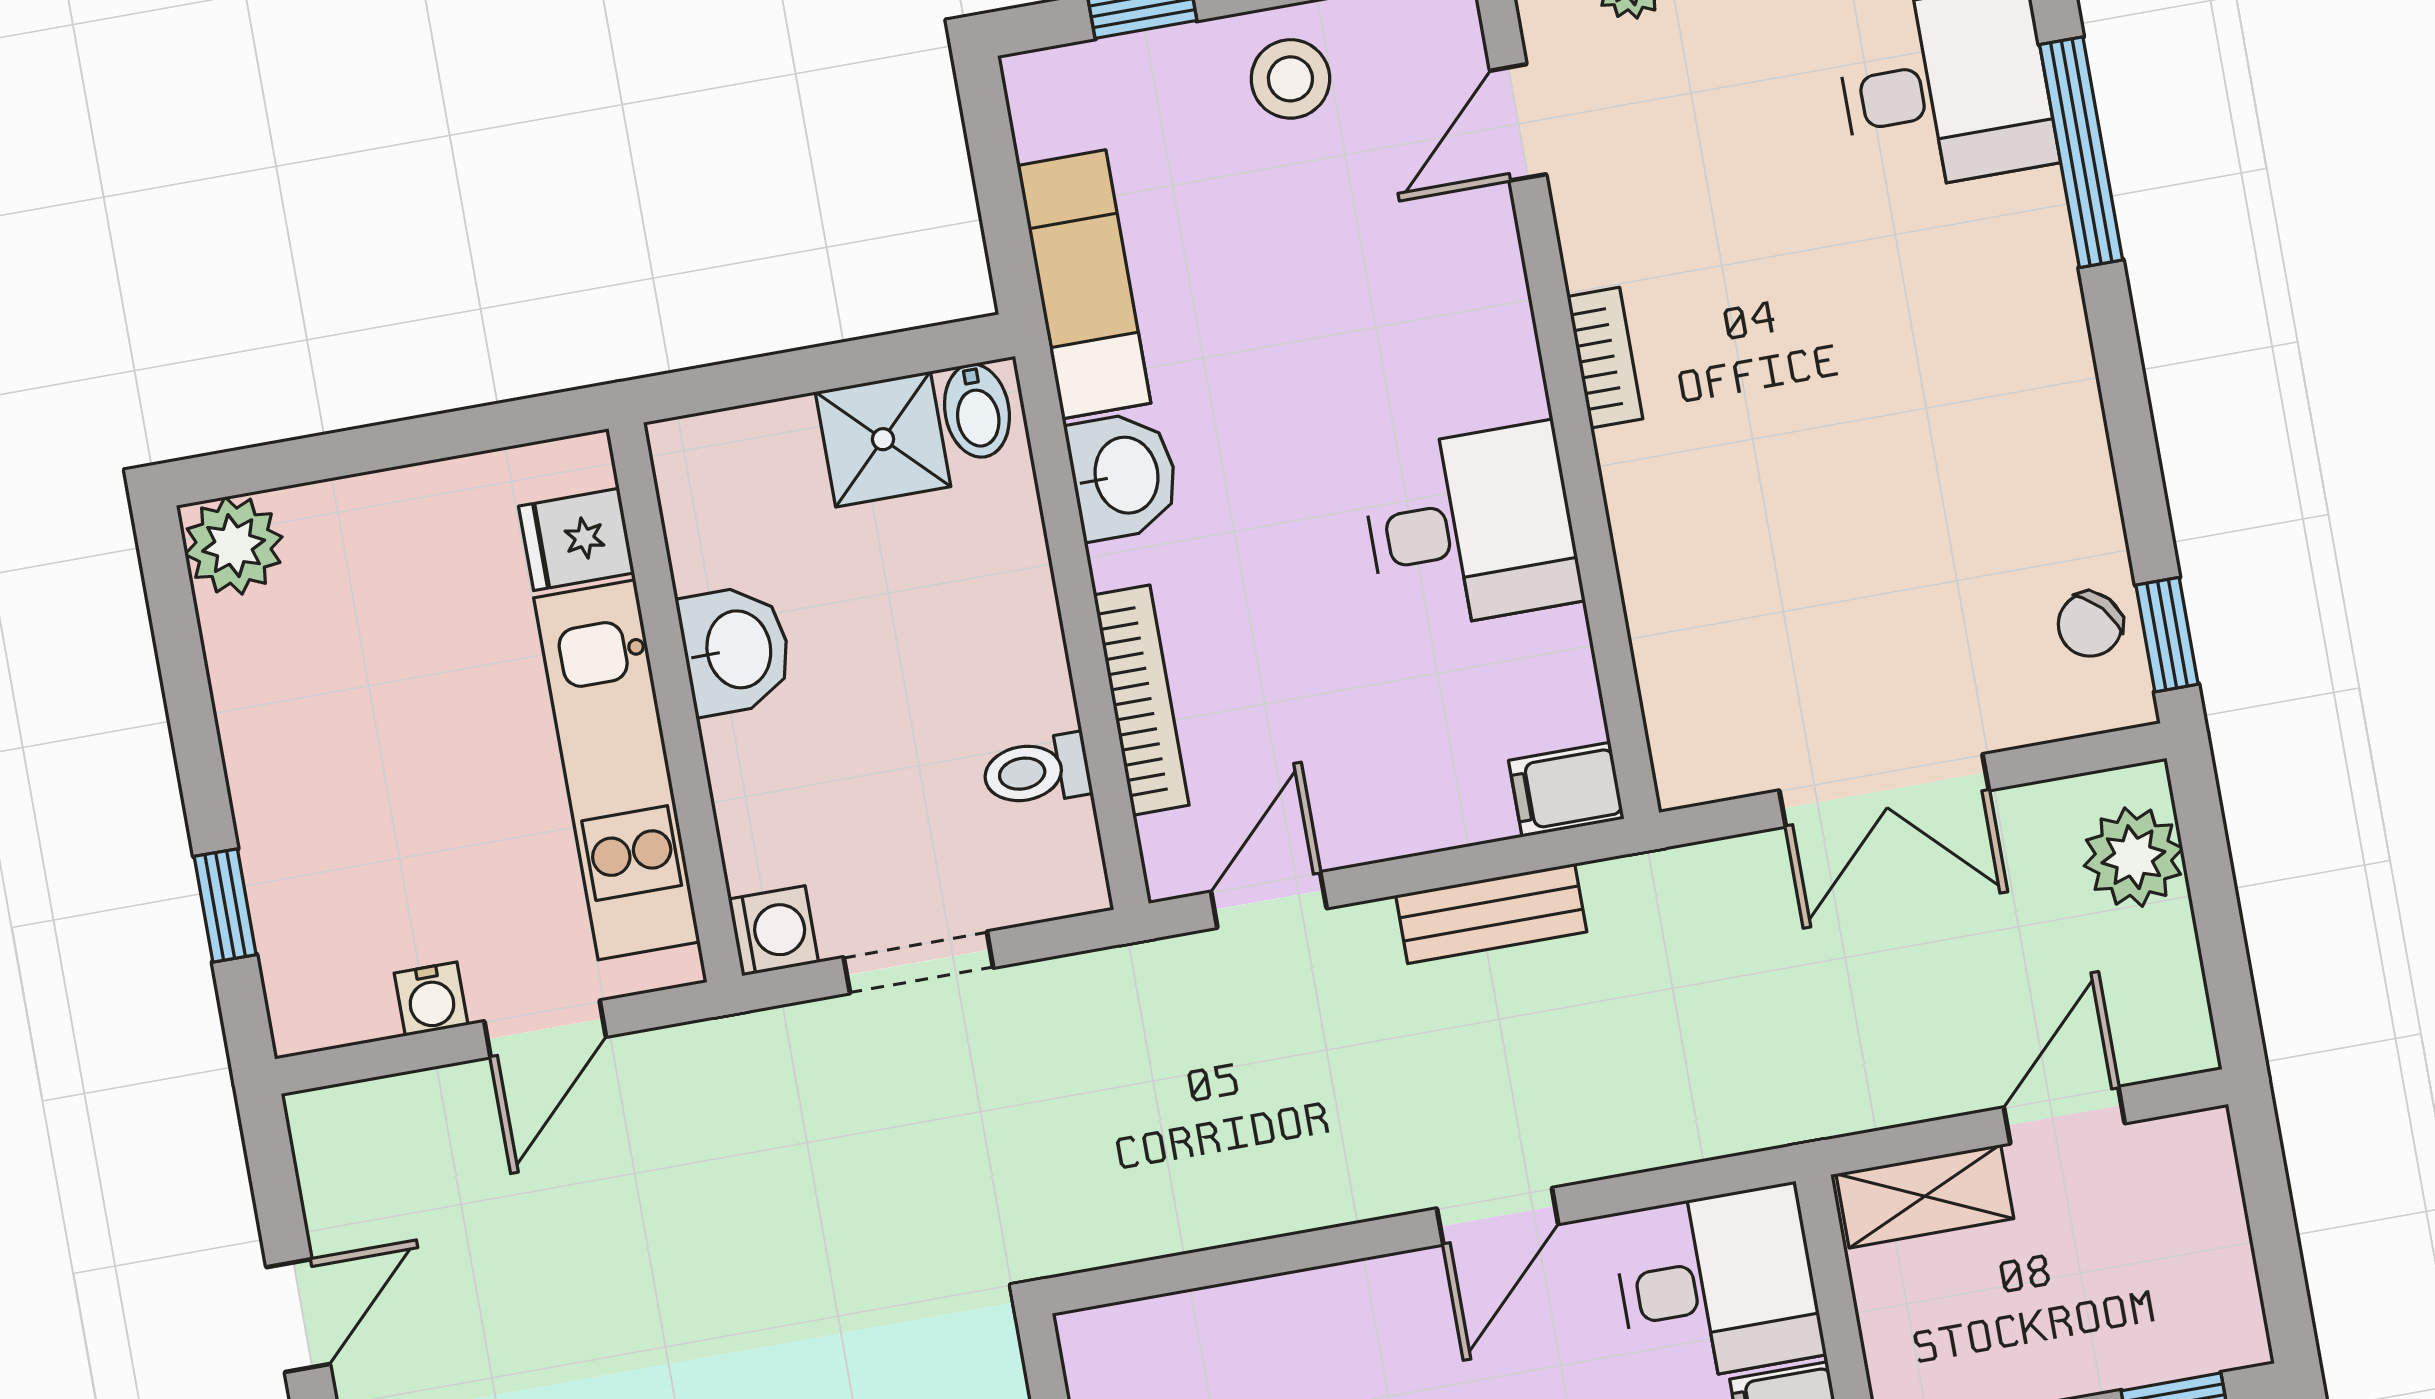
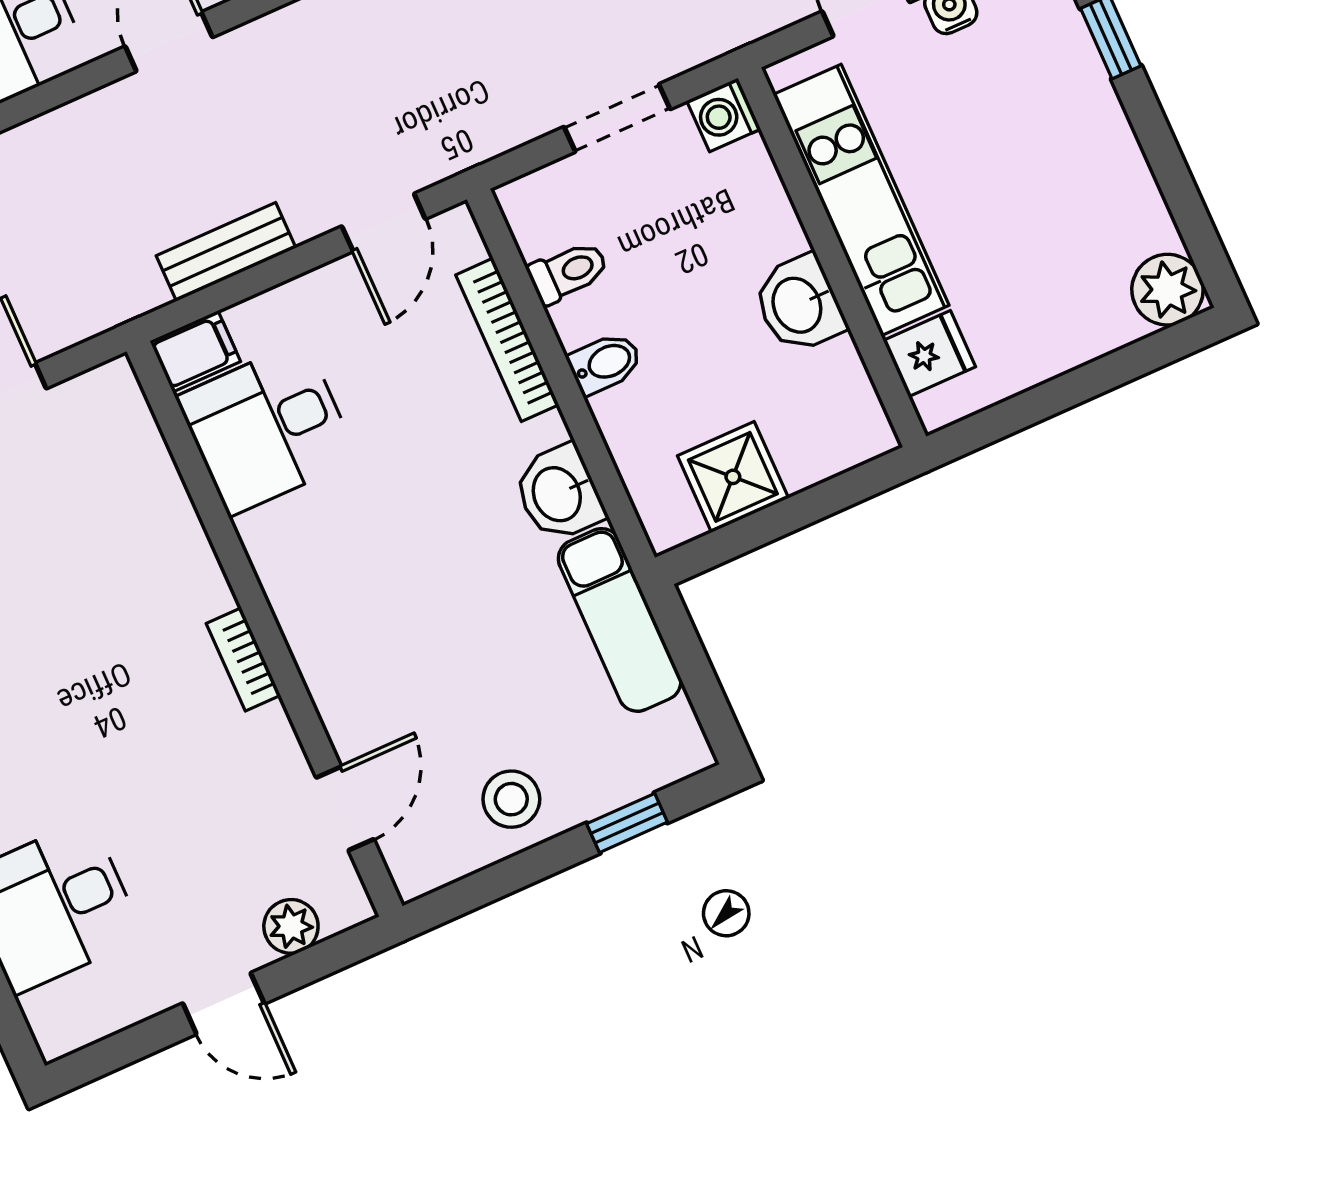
bidet: (977, 411) -> (605, 363), moved, turned 90
desk: (1471, 527) -> (267, 428), moved

